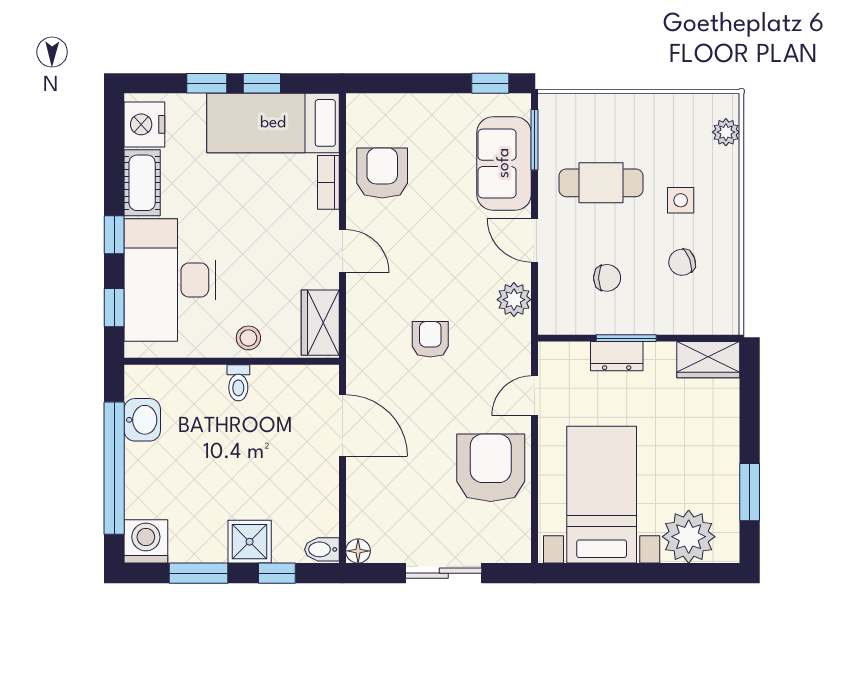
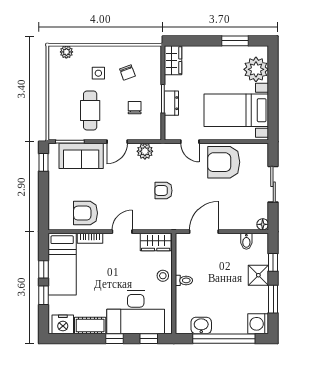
bidet: (322, 549) -> (246, 241), moved

